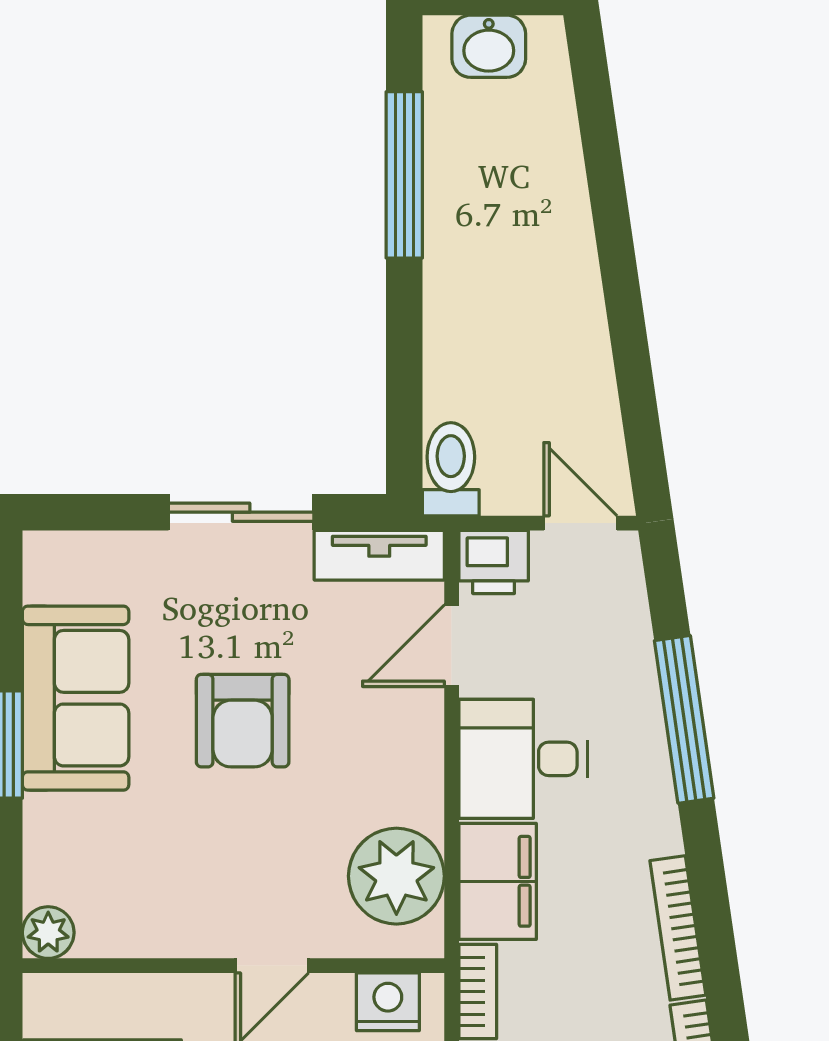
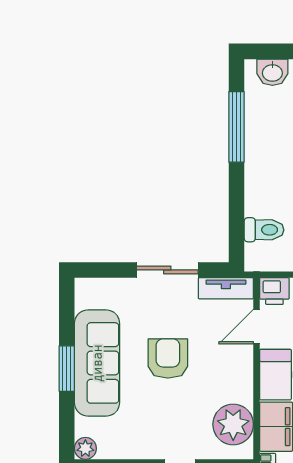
toilet: (451, 469) -> (264, 230), moved, turned 90
sofa: (76, 698) -> (97, 363), width x1.36
armchair: (243, 721) -> (168, 358), turned 180

